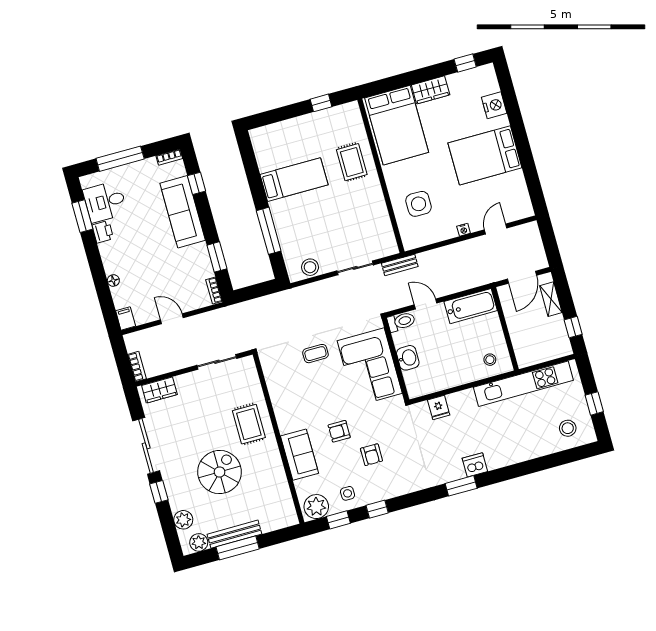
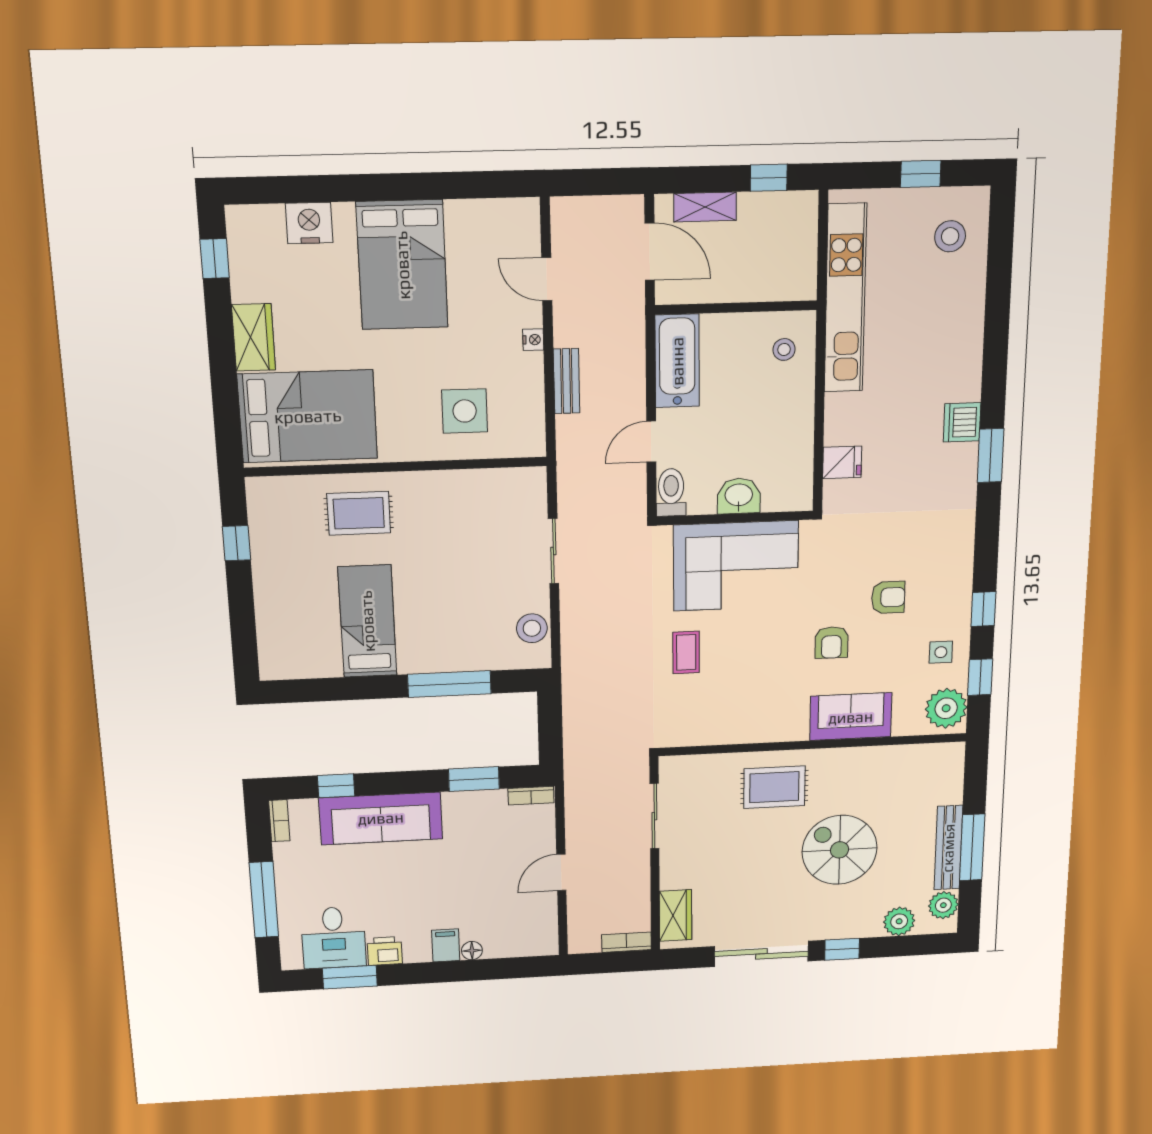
bench: (400, 265) -> (566, 381), moved
filing cabinet: (126, 318) -> (446, 945), moved, turned 90

